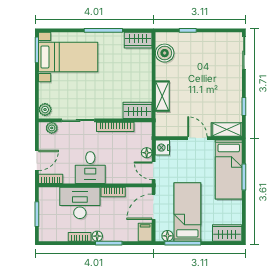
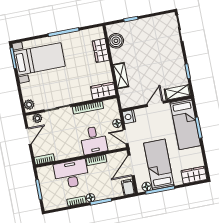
wardrobe: (138, 40) -> (101, 51), moved, turned 90
door: (197, 138) -> (155, 104), hinge flipped
door: (37, 160) -> (29, 136), moved
desk: (90, 168) -> (94, 140), moved

